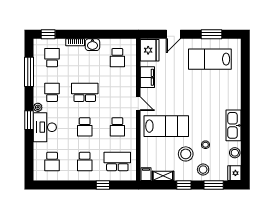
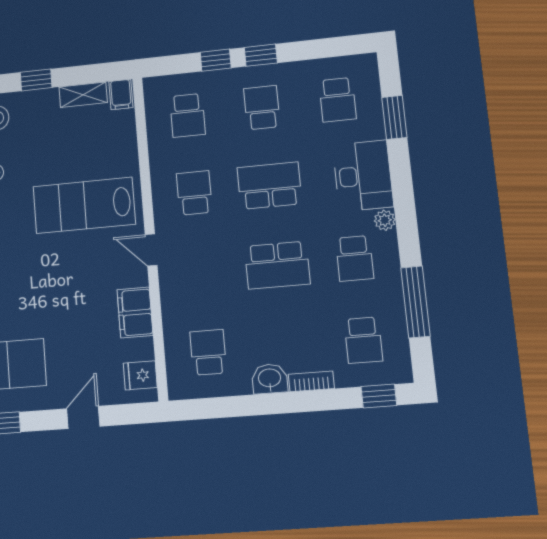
fridge: (150, 50) -> (140, 375), width x0.53, depth x0.75
window: (29, 120) -> (394, 117), moved
school desk: (85, 127) -> (269, 186), width x1.85
stool: (186, 154) -> (37, 148), removed
school desk: (52, 161) -> (338, 100), turned 180
school desk: (117, 161) -> (187, 115), width x0.54
window: (83, 185) -> (261, 55), added

